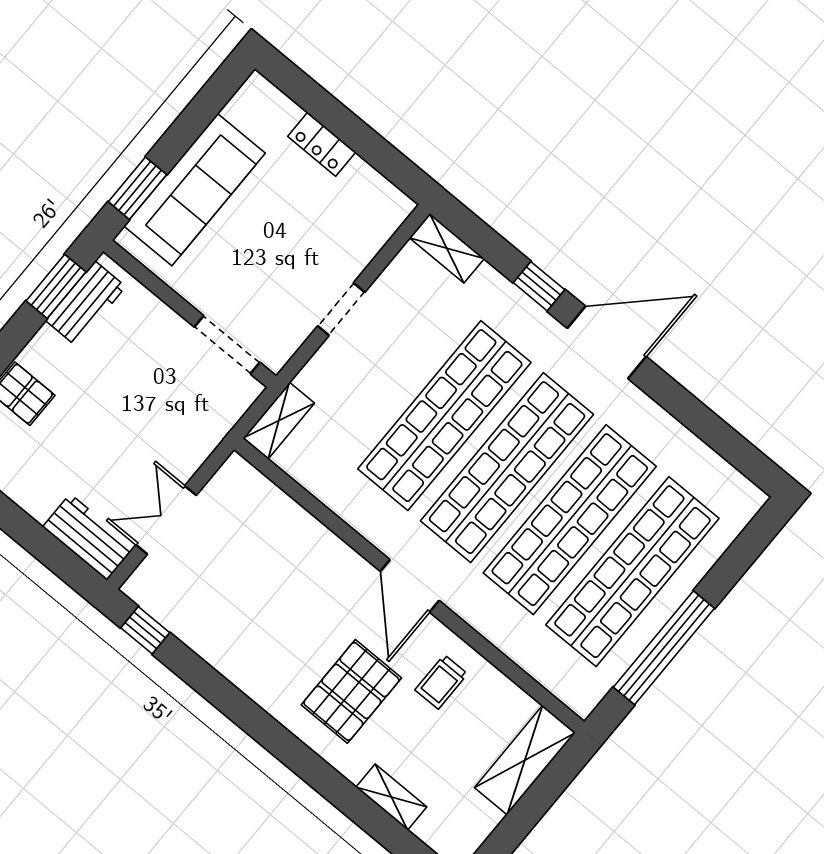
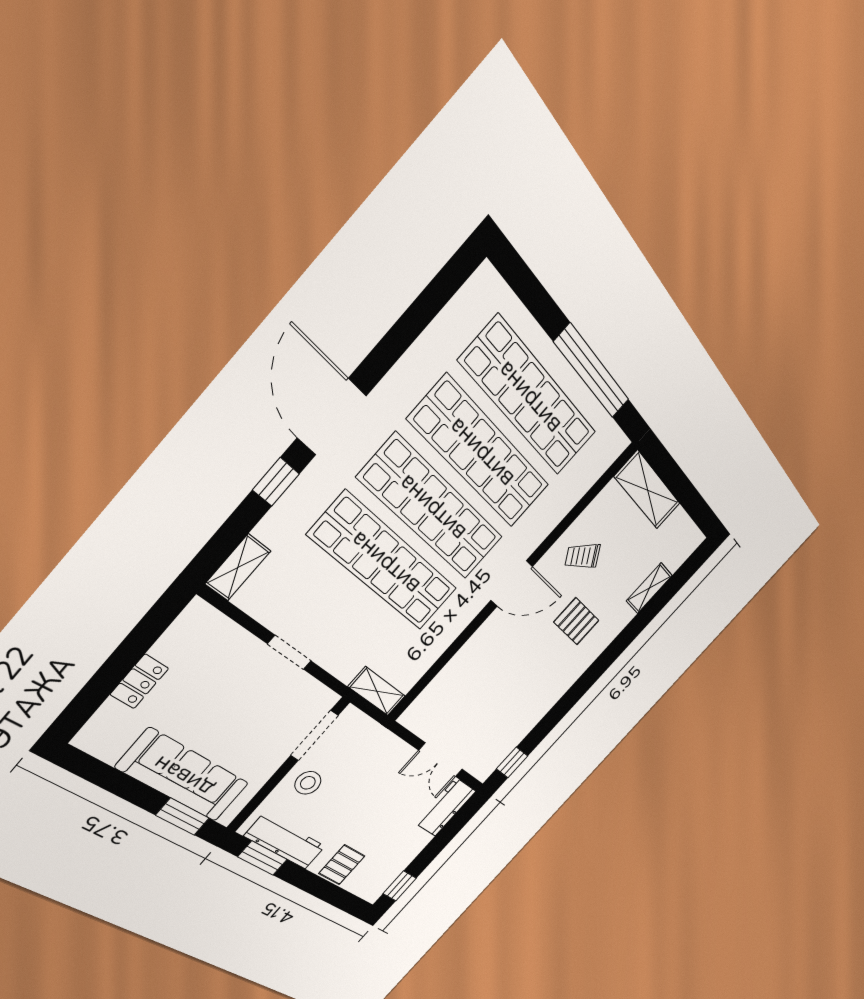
workbench: (86, 304) -> (285, 841), width x1.37
stool: (160, 340) -> (308, 783), added
trolley: (441, 682) -> (583, 556), turned 142
pallet: (351, 691) -> (576, 621), width x0.67, depth x0.71

